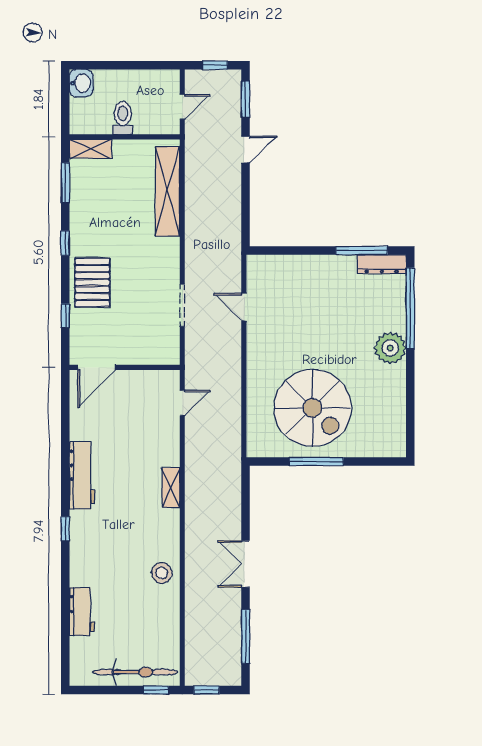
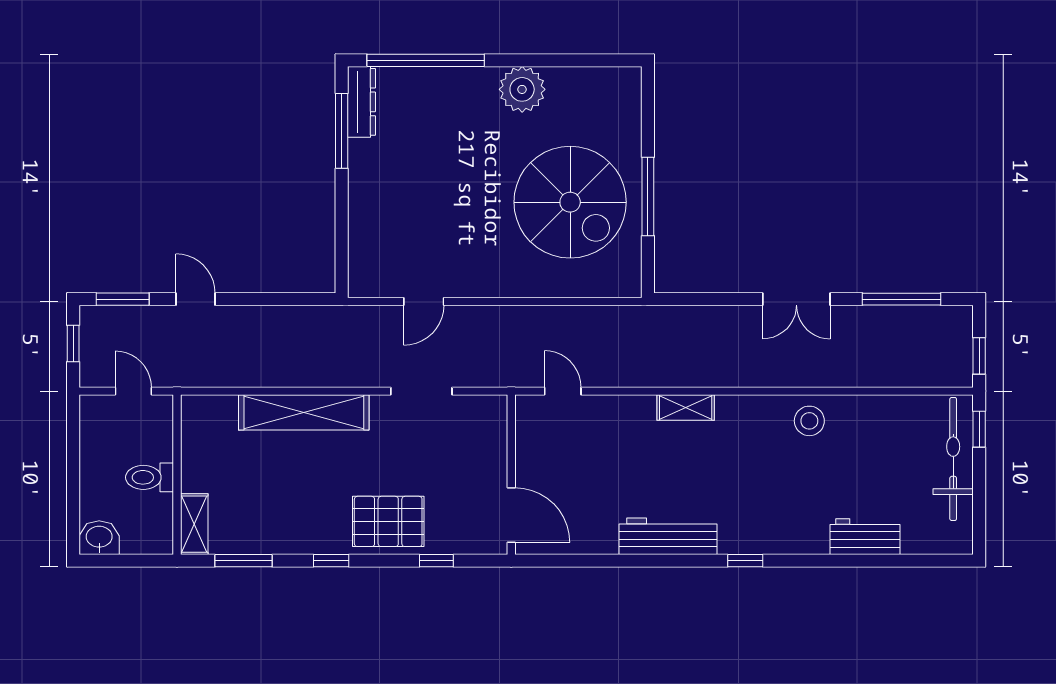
shelving: (168, 191) -> (304, 412), moved
plant: (390, 348) -> (522, 89), moved
spiral stairs: (313, 408) -> (570, 202), turned 90

